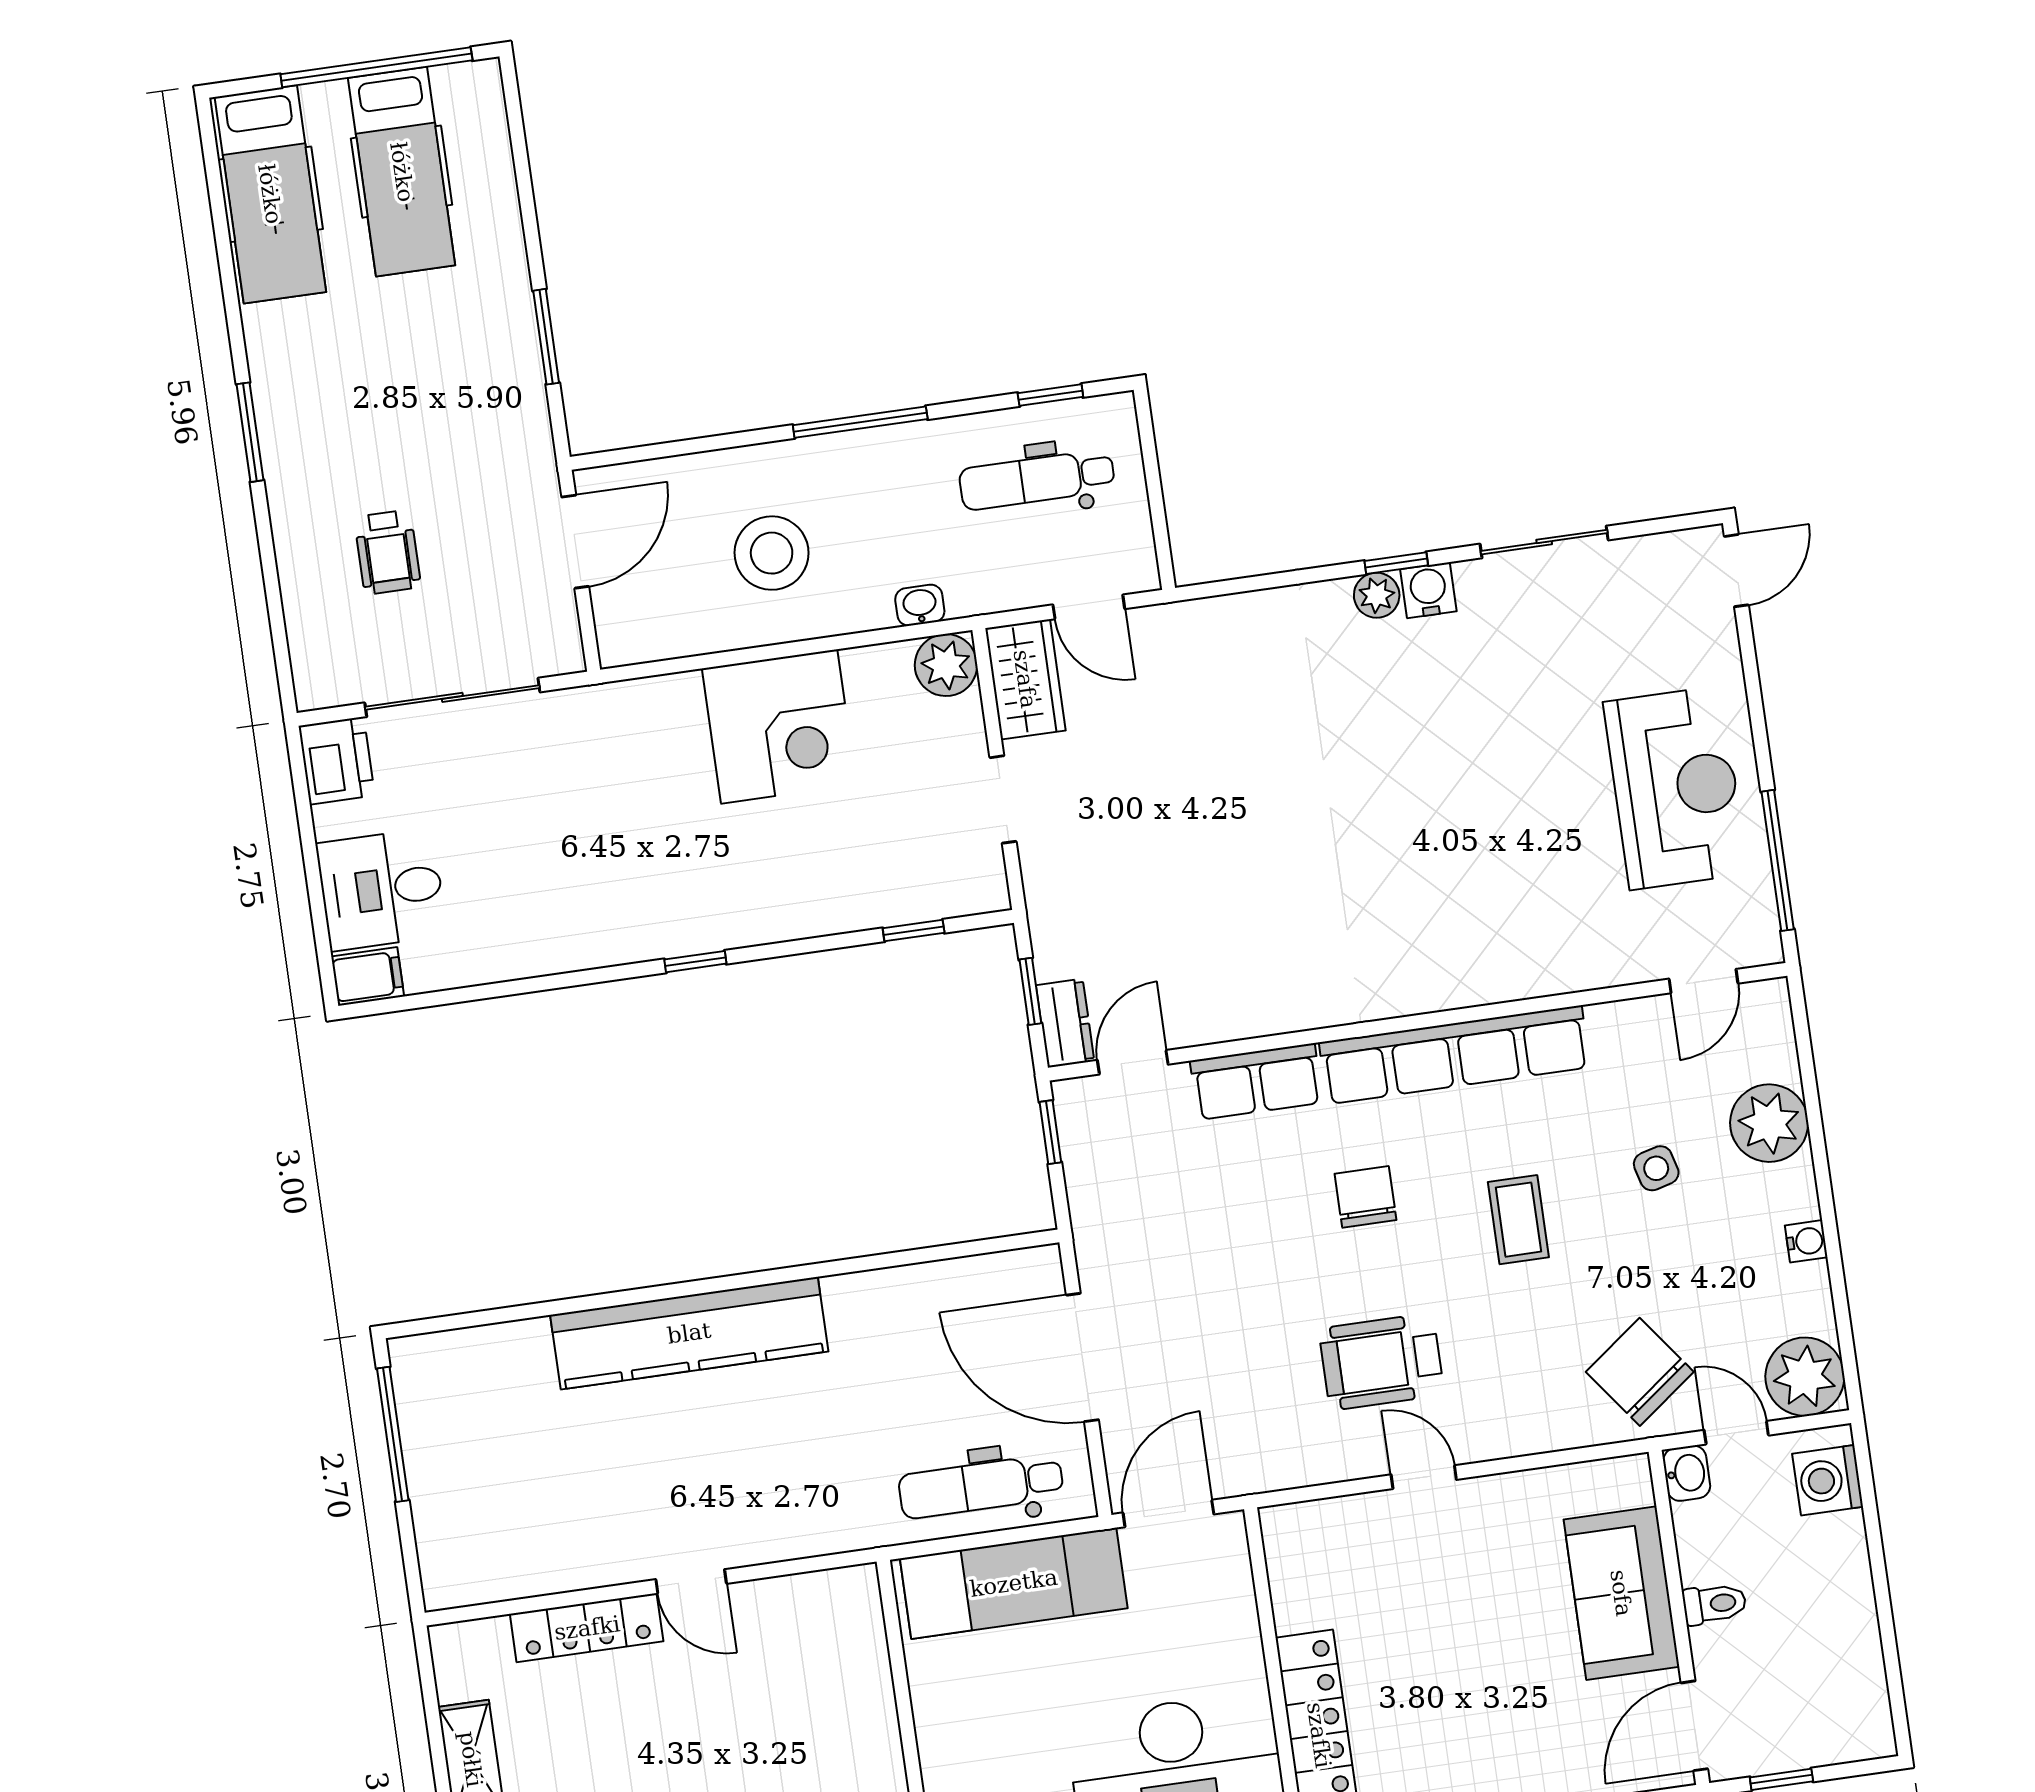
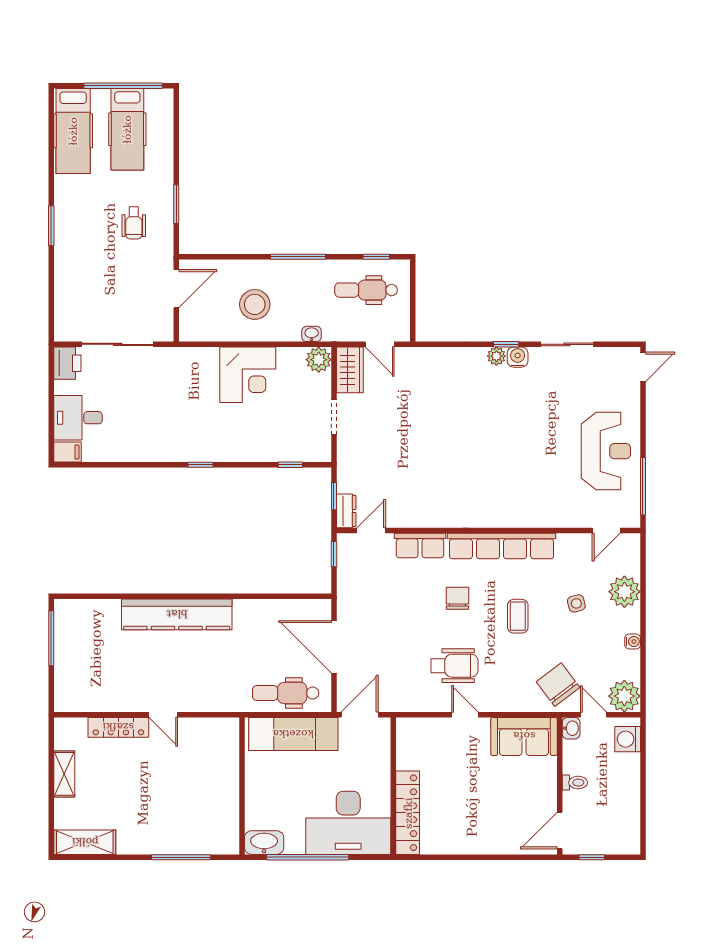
wheelchair: (387, 552) -> (134, 223), moved
wheelchair: (1381, 1362) -> (454, 666), turned 180
sofa: (1621, 1593) -> (524, 736), moved, turned -90

